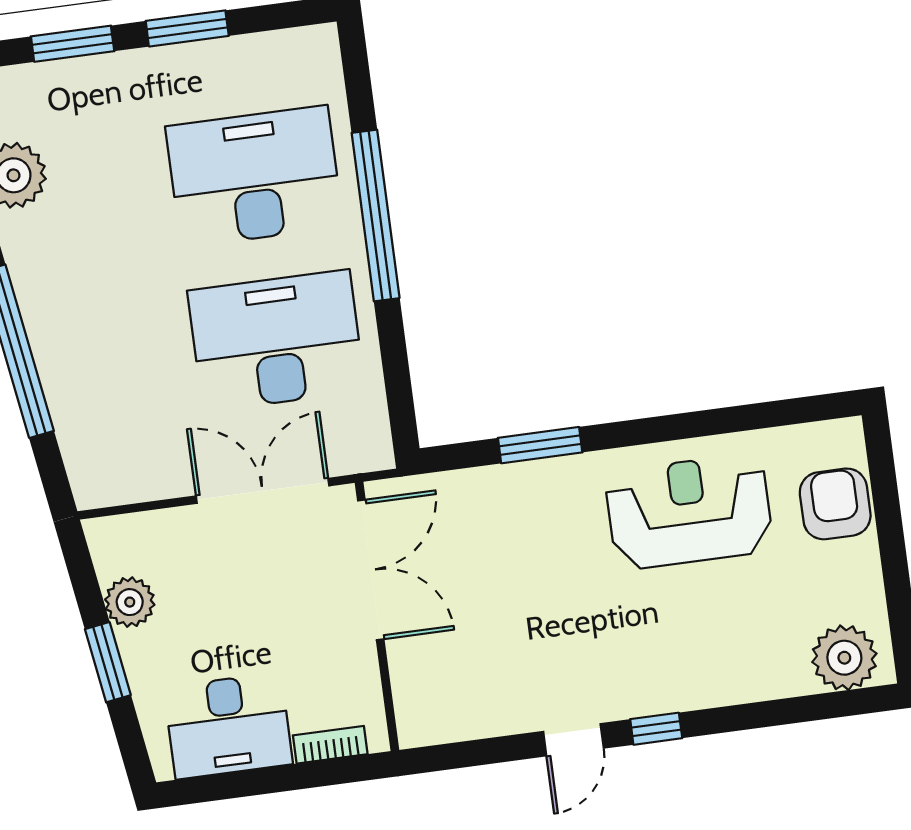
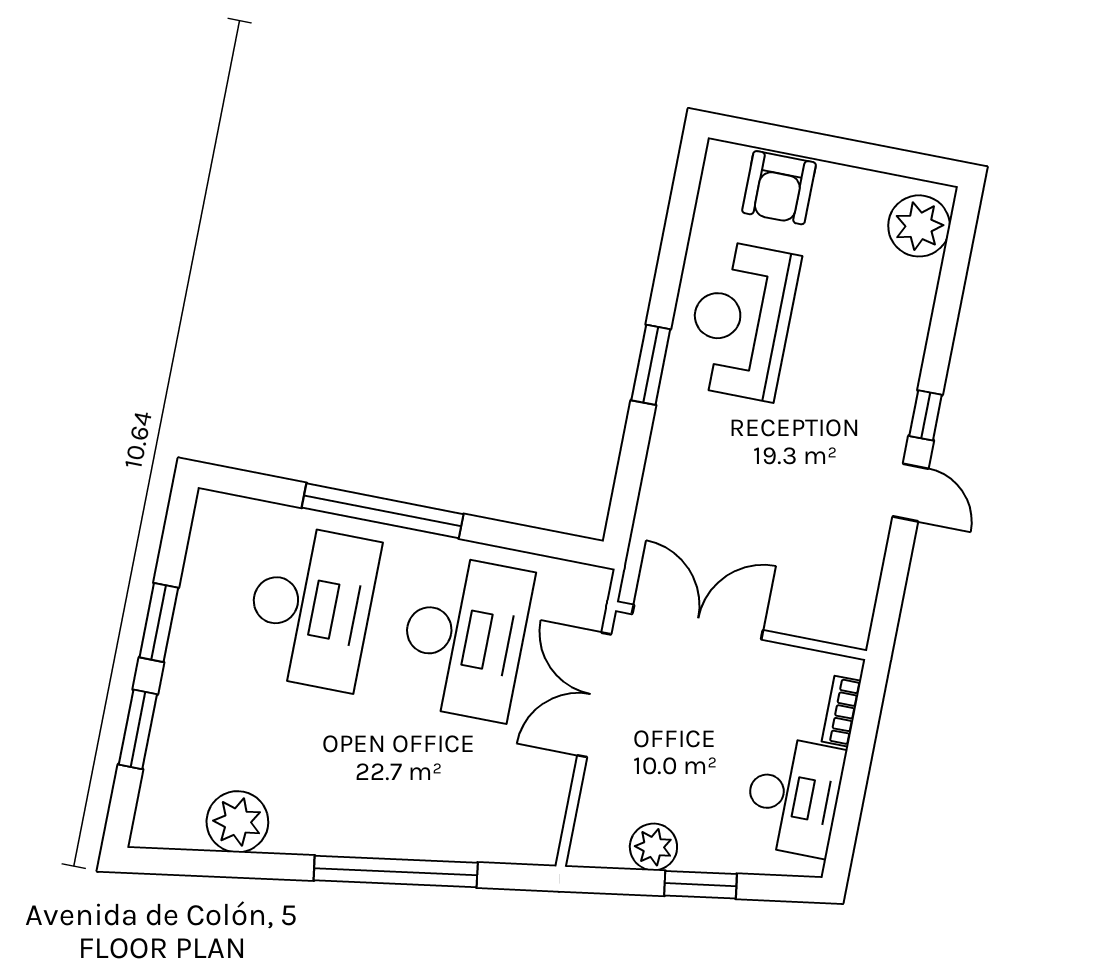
desk: (254, 176) -> (311, 607), turned 180
desk: (276, 341) -> (464, 637), turned 180
window: (540, 445) -> (651, 365), moved
armchair: (835, 504) -> (779, 188), turned -90

